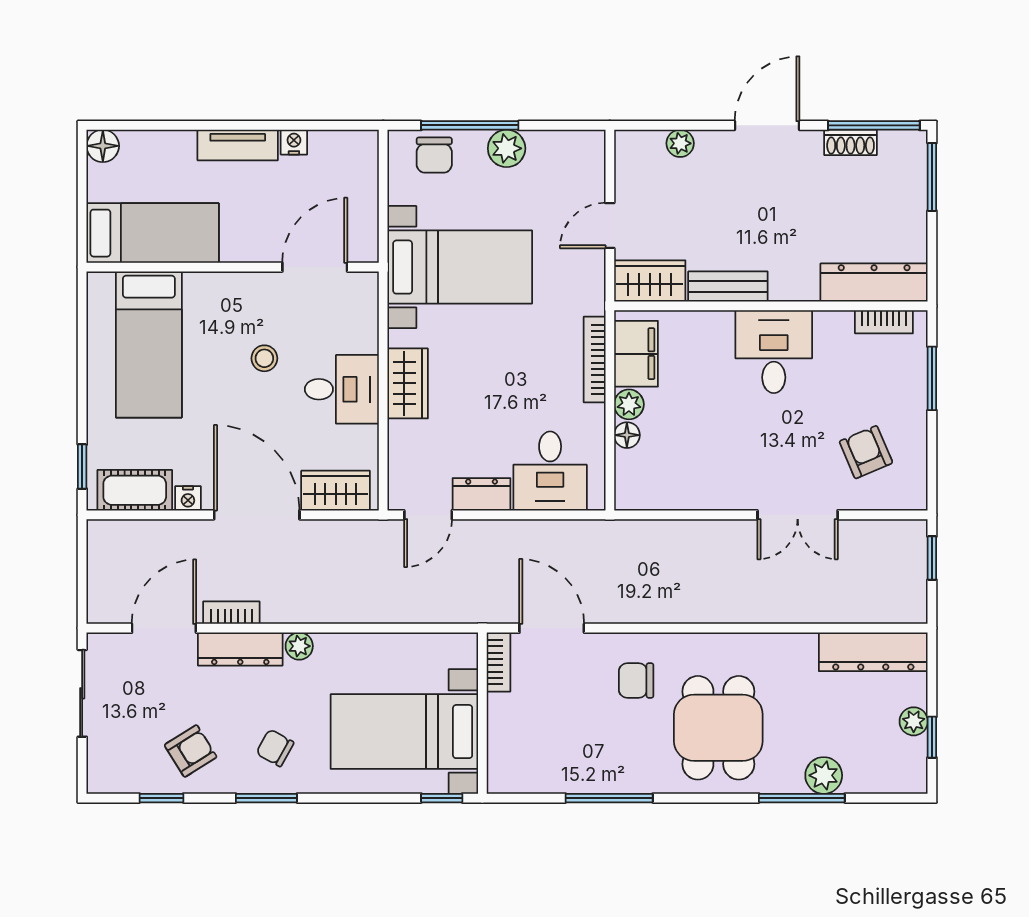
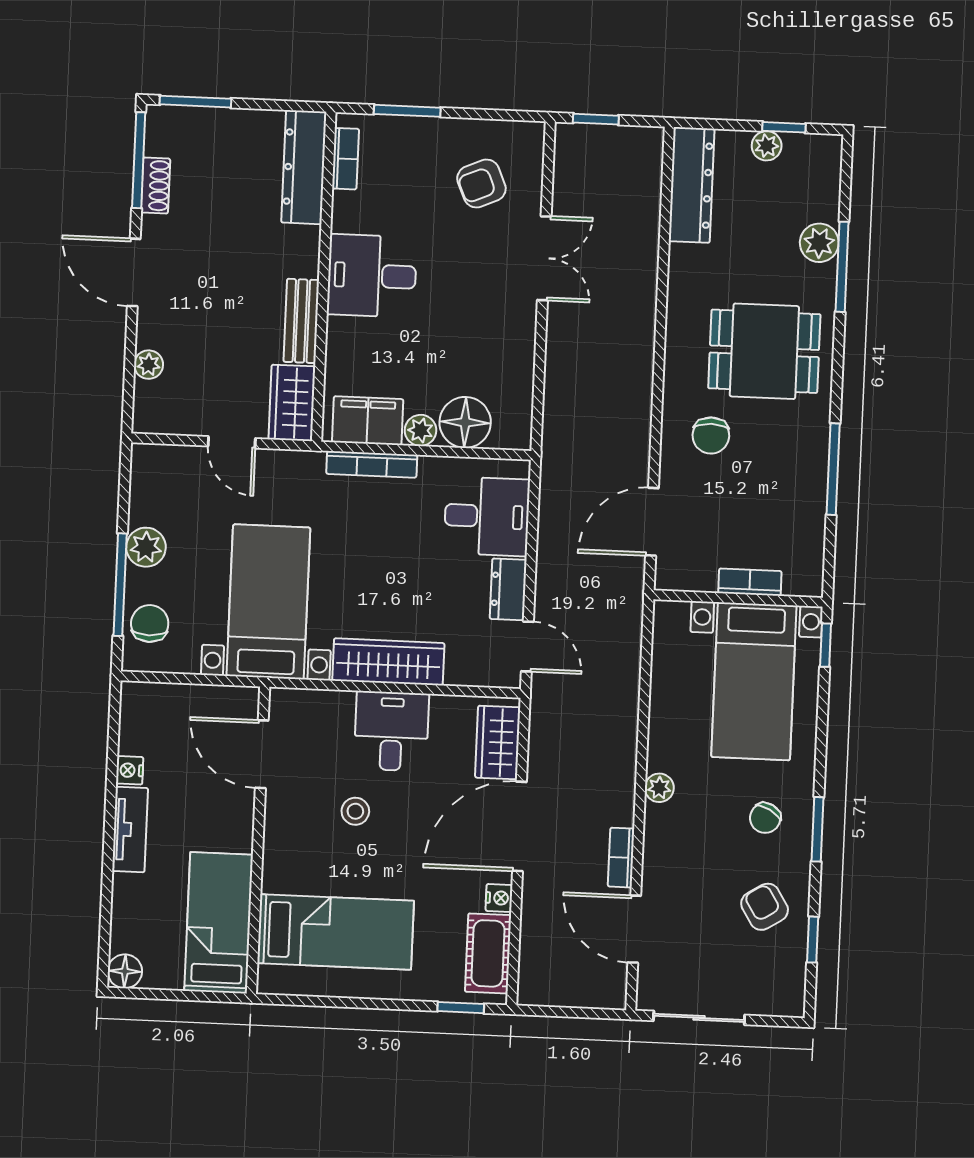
chair: (434, 155) -> (150, 623), turned -90
wardrobe: (408, 383) -> (388, 662), width x1.50
floor lamp: (627, 435) -> (465, 422), width x1.89, depth x1.89
dresser: (240, 649) -> (660, 850), removed
bookcase: (498, 662) -> (750, 582), moved

